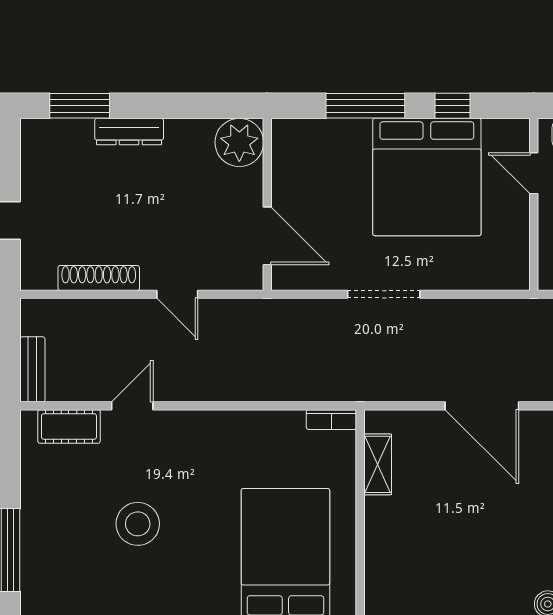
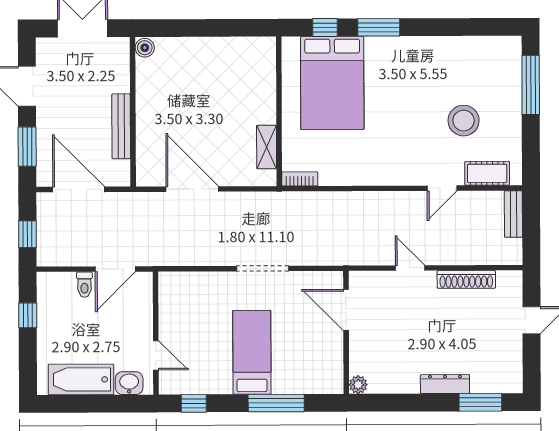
window: (453, 106) -> (194, 403), moved
plant: (239, 142) -> (358, 385), width x0.53, depth x0.53
bed: (427, 177) -> (252, 352), width x0.49
stool: (138, 524) -> (464, 121), moved

